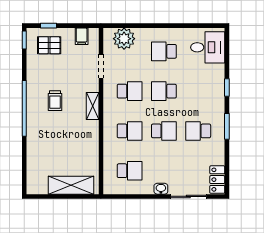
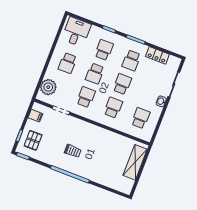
school desk: (198, 91) -> (104, 50), added
shelving: (93, 106) -> (86, 127), removed
locker: (217, 180) -> (157, 55), moved

